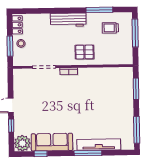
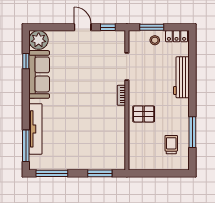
workbench: (68, 20) -> (181, 77), moved
window: (135, 33) -> (165, 173), removed
pallet: (84, 52) -> (144, 114), turned 90
window: (11, 126) -> (108, 27), moved
window: (88, 153) -> (26, 146), moved

